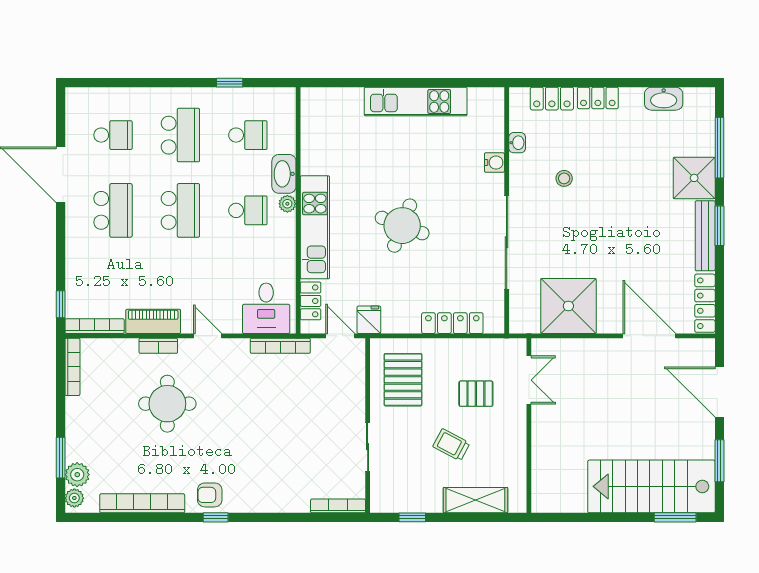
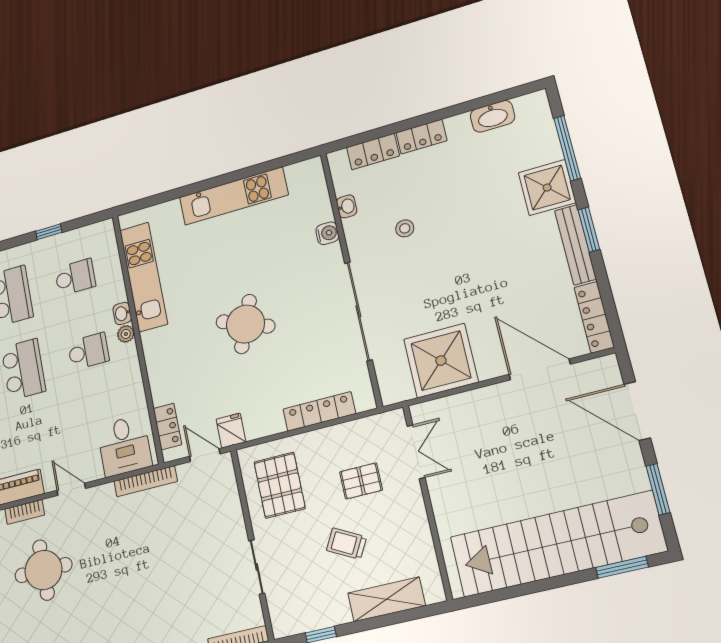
washbasin: (284, 174) -> (122, 313), width x0.52, depth x0.69
kitchen unit: (315, 227) -> (144, 277), moved
stairs: (651, 486) -> (557, 544), width x1.36

